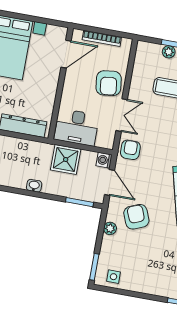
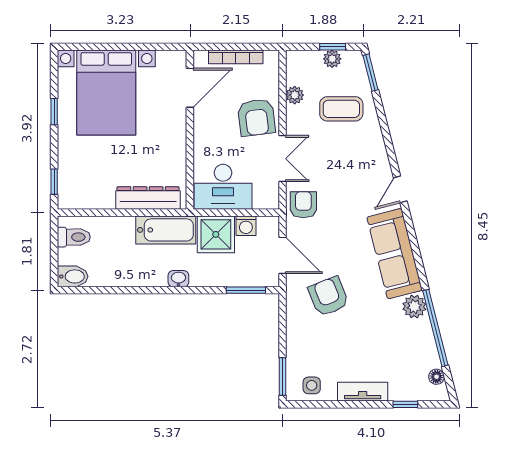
bathtub: (31, 150) -> (166, 230), added
washing machine: (104, 160) -> (246, 226), moved, turned -90
plant: (110, 228) -> (295, 95), moved
tv unit: (148, 287) -> (363, 392), added

